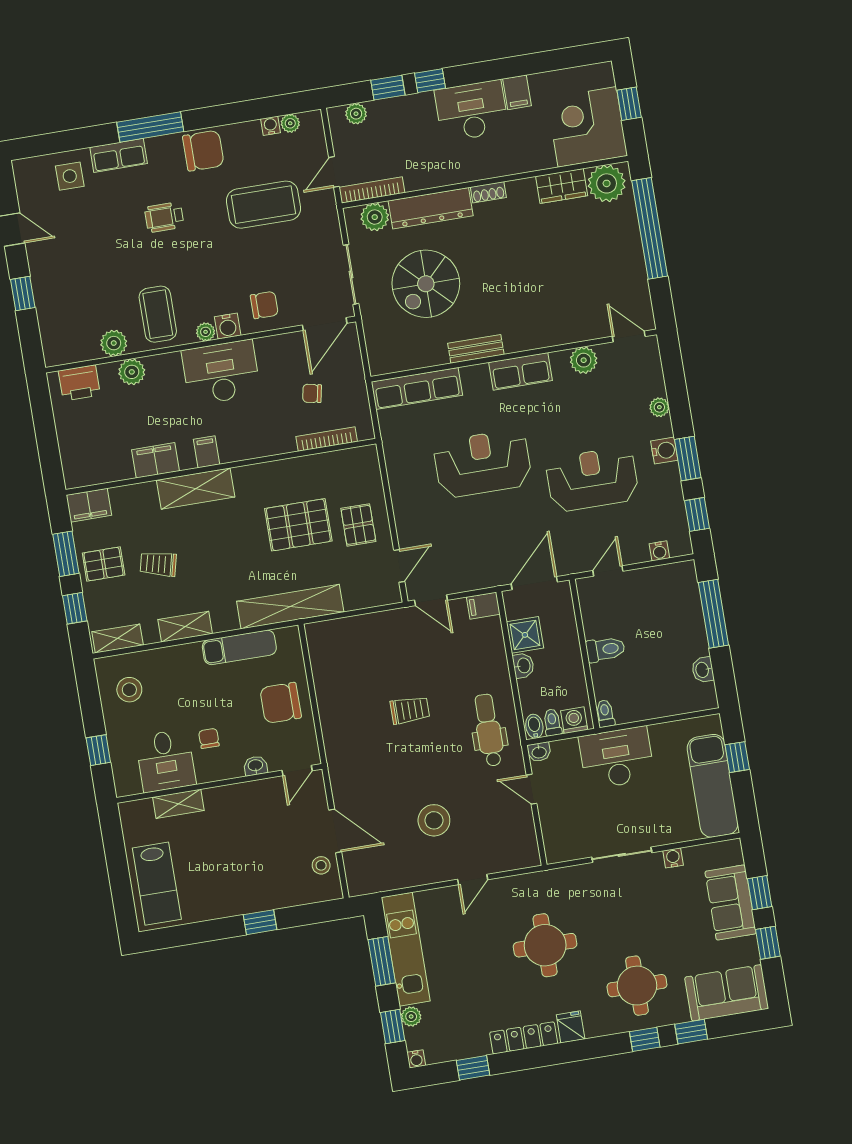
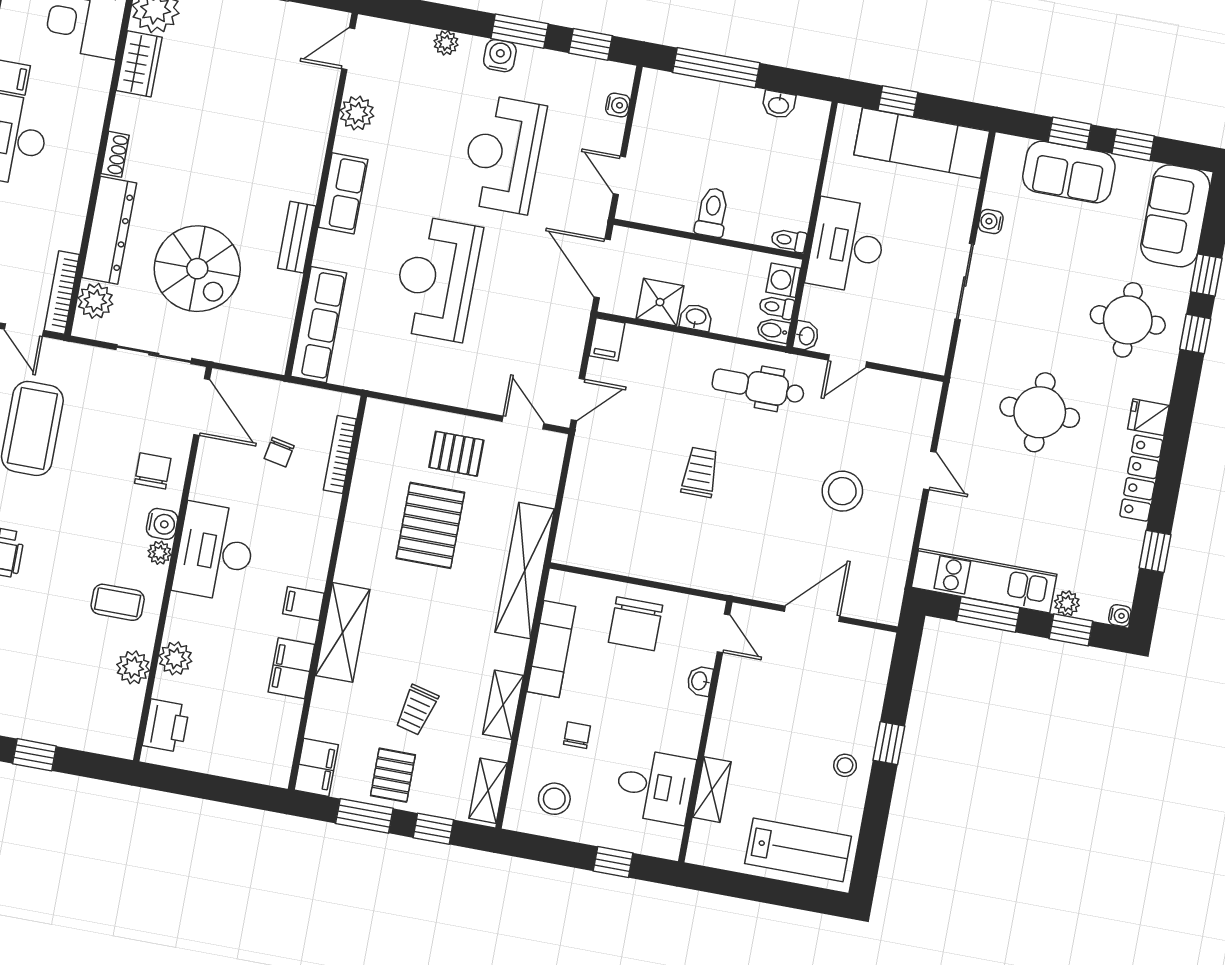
coffee table: (158, 314) -> (118, 602), width x0.73, depth x0.77
chair: (209, 738) -> (577, 735), moved, turned 90
stool: (321, 865) -> (845, 765), moved

